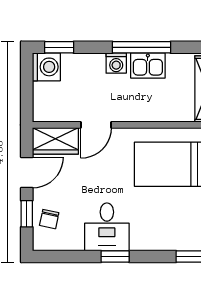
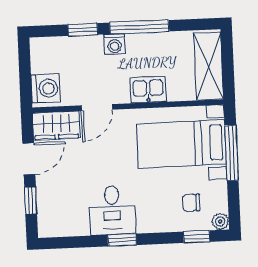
window: (59, 47) -> (83, 30), moved
kitchen sink: (148, 65) -> (148, 90), moved, turned 180
washing machine: (46, 67) -> (46, 88), moved
chair: (49, 219) -> (191, 203), moved, turned 78

